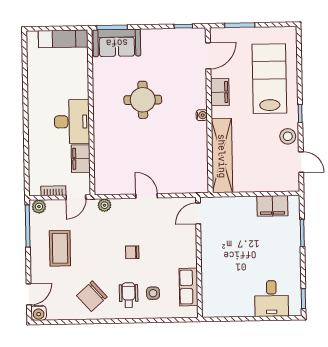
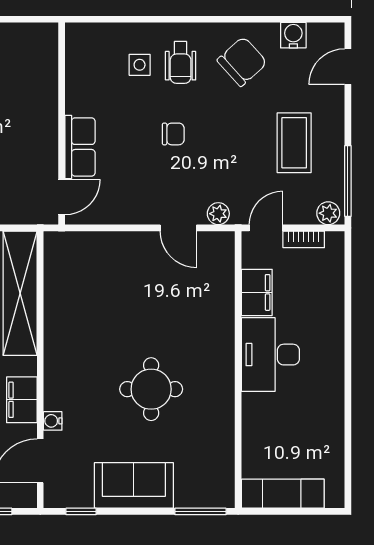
sofa: (117, 43) -> (134, 485), moved
water cooler: (202, 115) -> (53, 421), moved
door: (147, 196) -> (178, 228), moved
row of seats: (188, 287) -> (80, 147), moved
water cooler: (39, 313) -> (293, 35), moved

